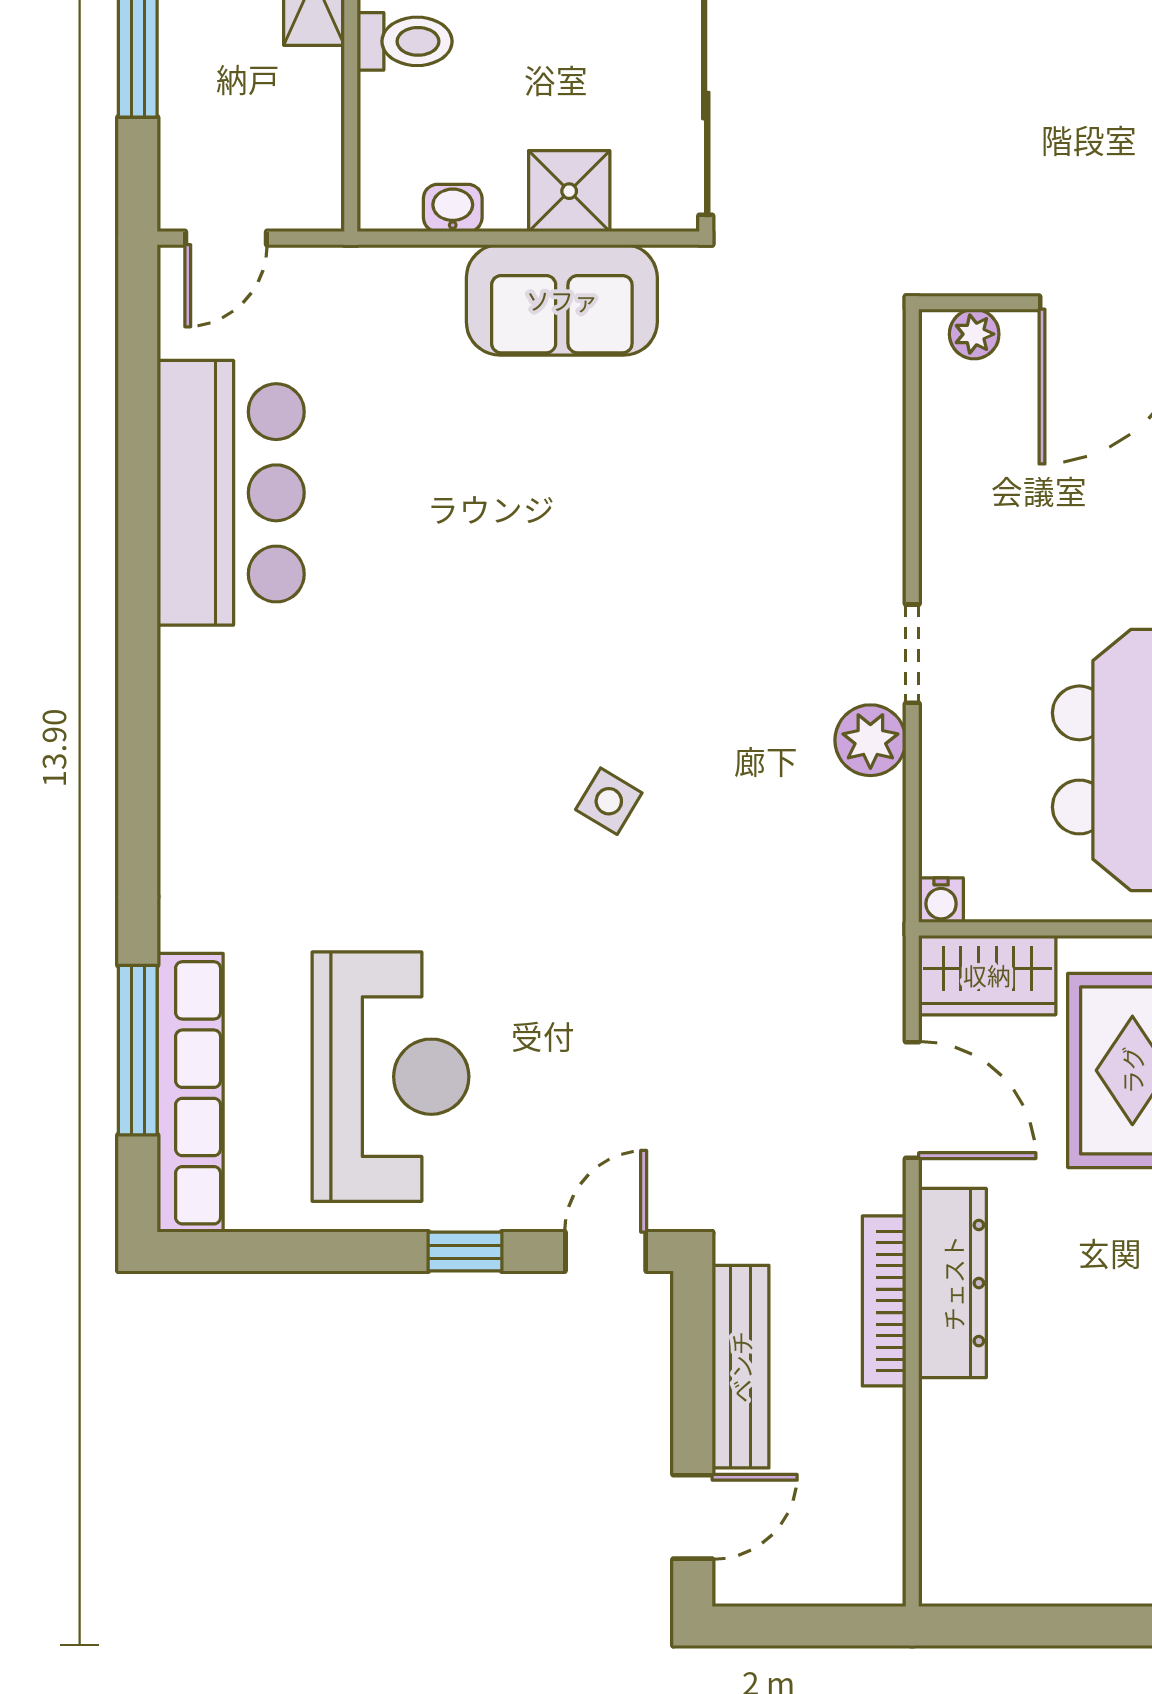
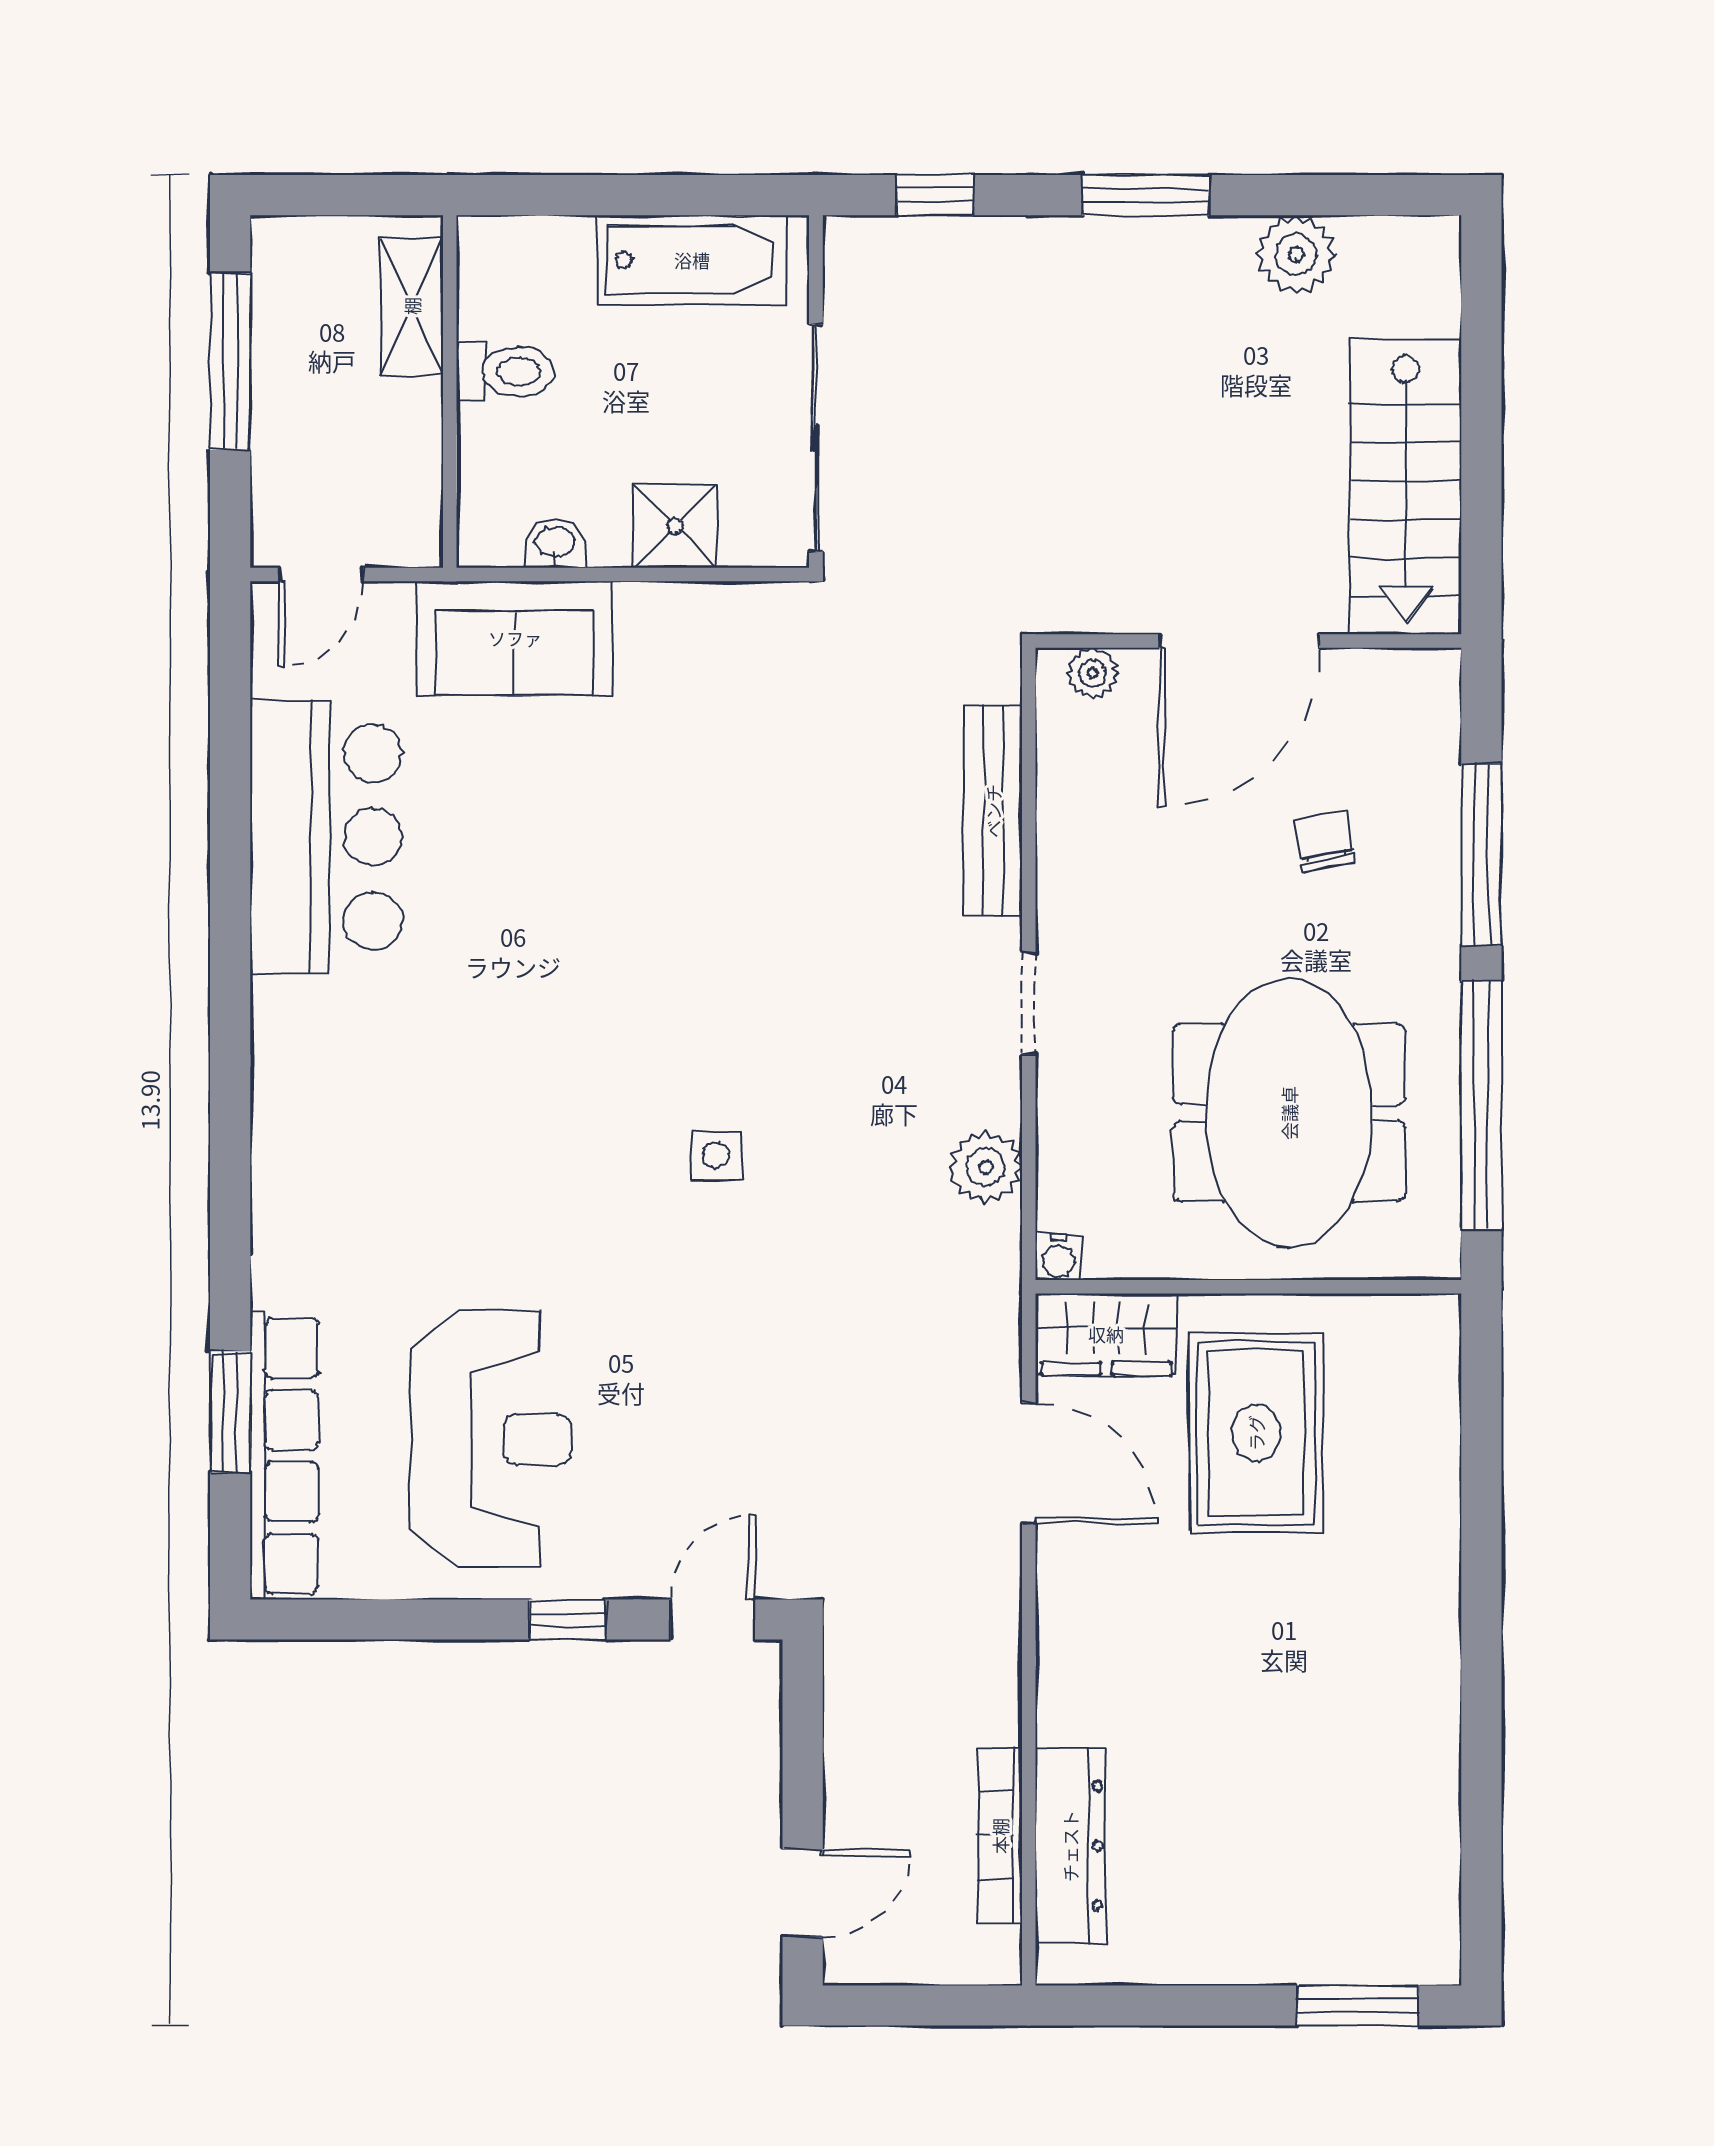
sofa: (562, 300) -> (515, 638), moved
plant: (870, 740) -> (986, 1167), moved
side table: (609, 801) -> (716, 1155), turned -31
window: (138, 1050) -> (230, 1412), width x0.69
dresser: (953, 1283) -> (1070, 1846), moved
bookcase: (884, 1301) -> (1000, 1836), moved
bench: (741, 1367) -> (993, 811), moved

